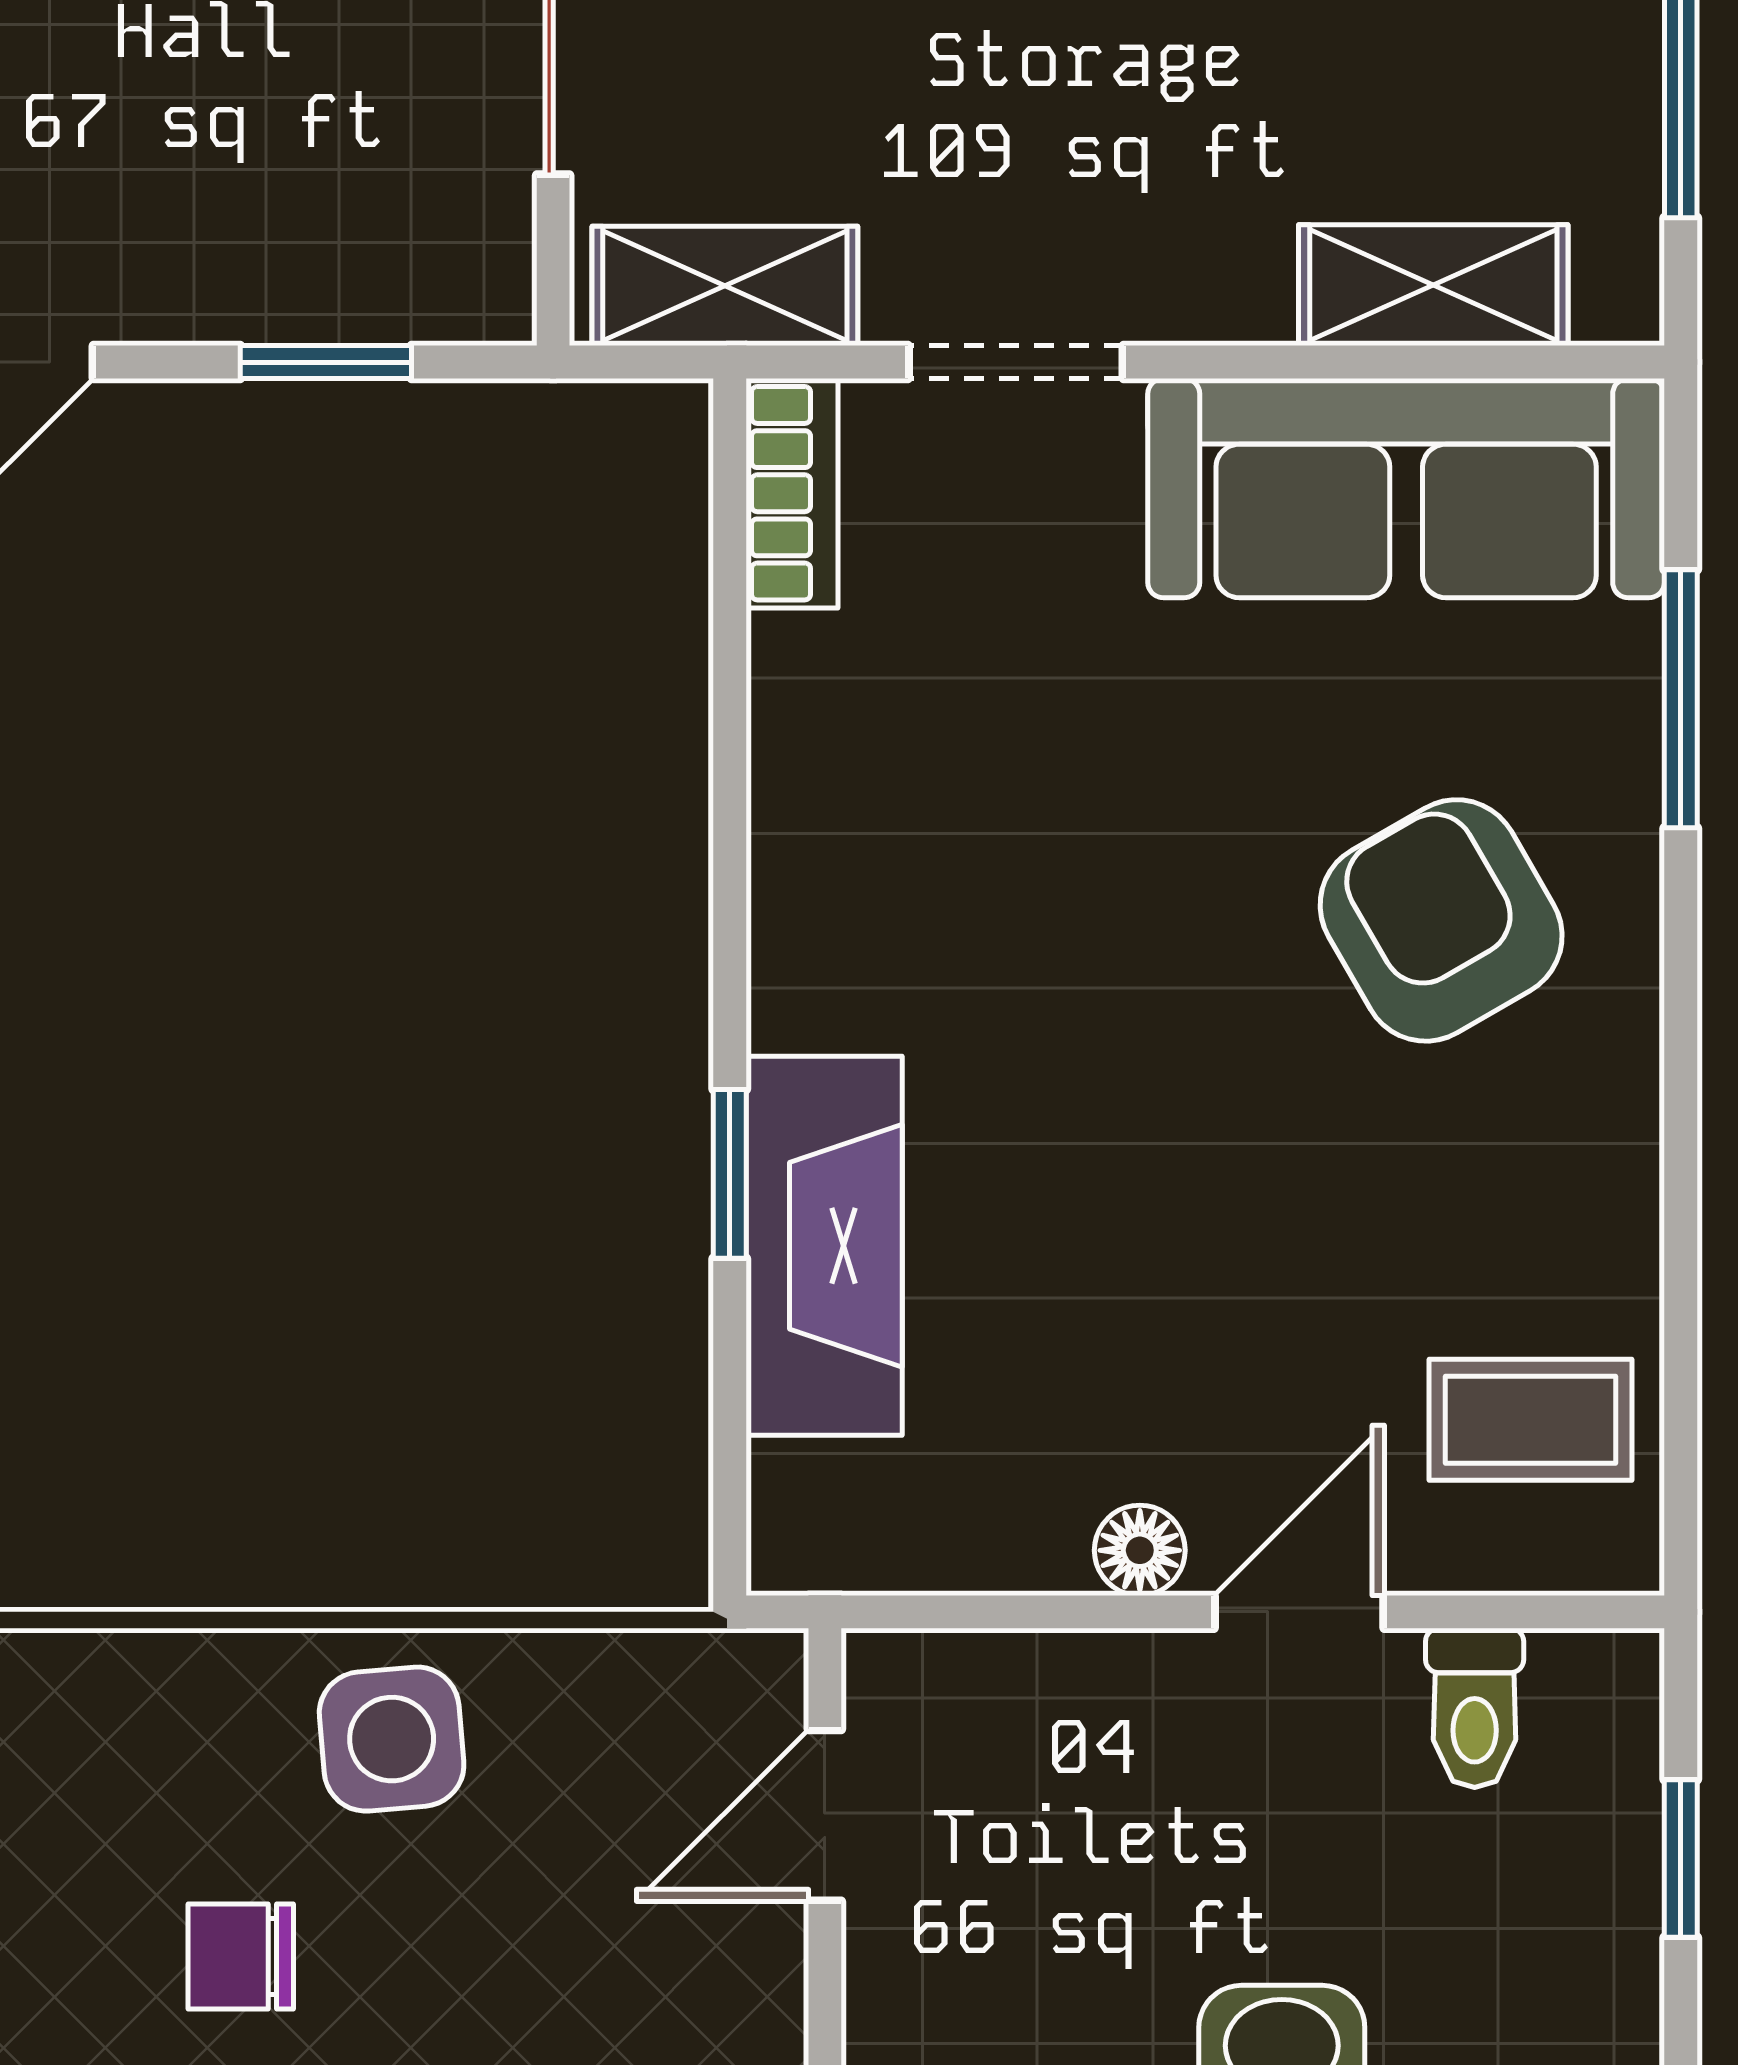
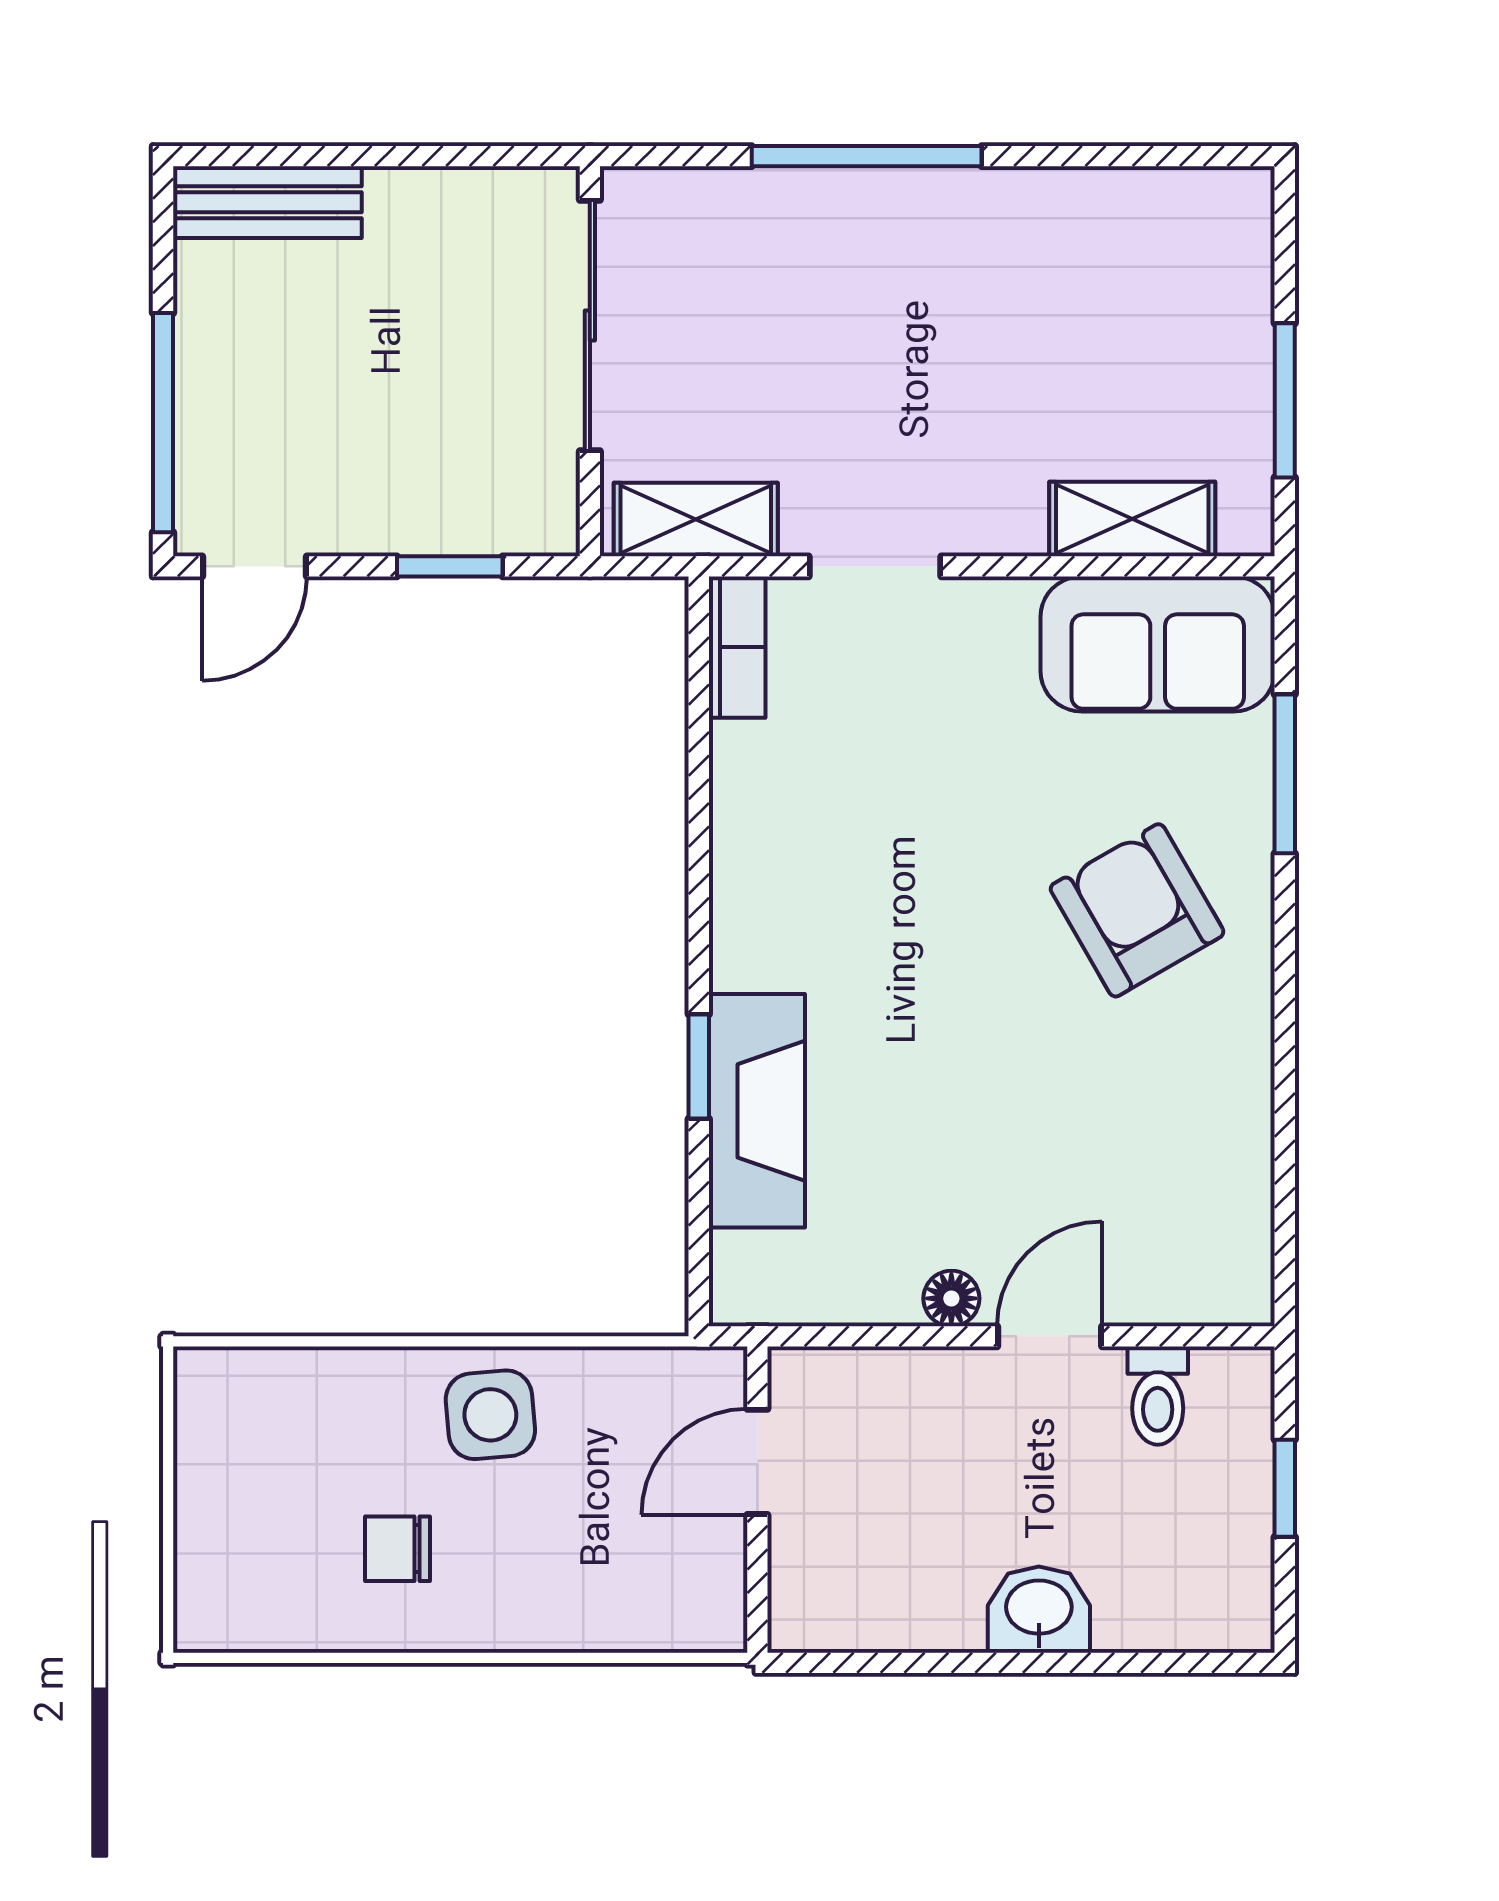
sofa: (1406, 488) -> (1158, 644), width x0.73
coffee table: (1531, 1420) -> (1192, 1218), removed

